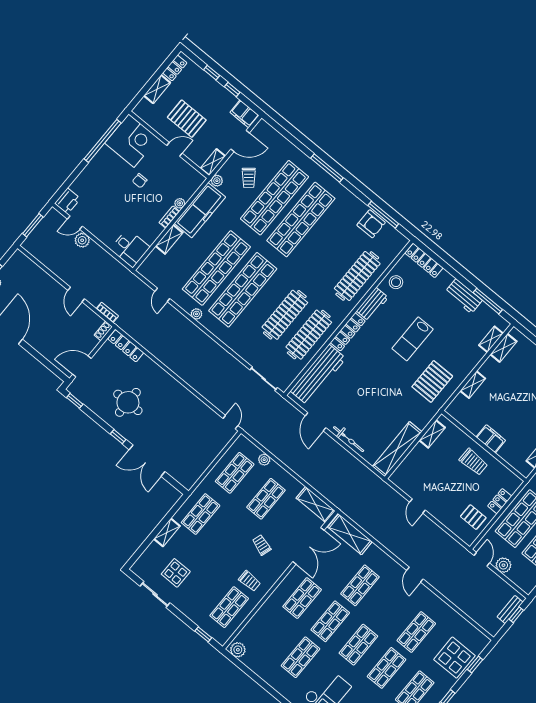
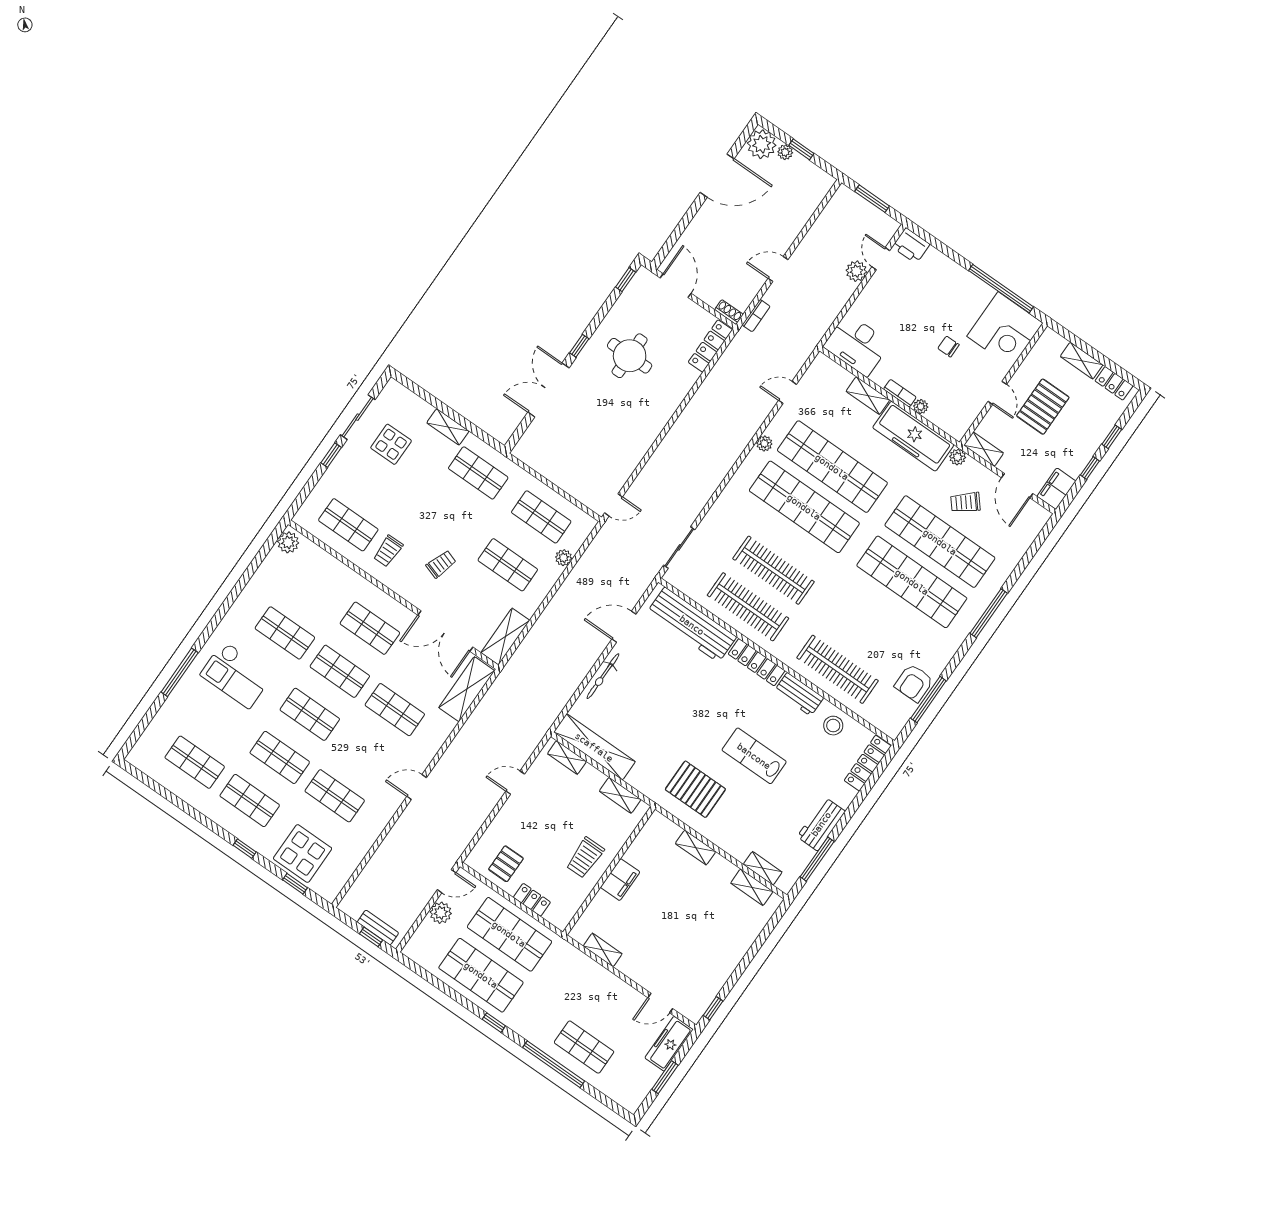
desk: (130, 248) -> (857, 345), width x1.37
shelving: (403, 469) -> (567, 757), added
window: (203, 634) -> (331, 455), moved

